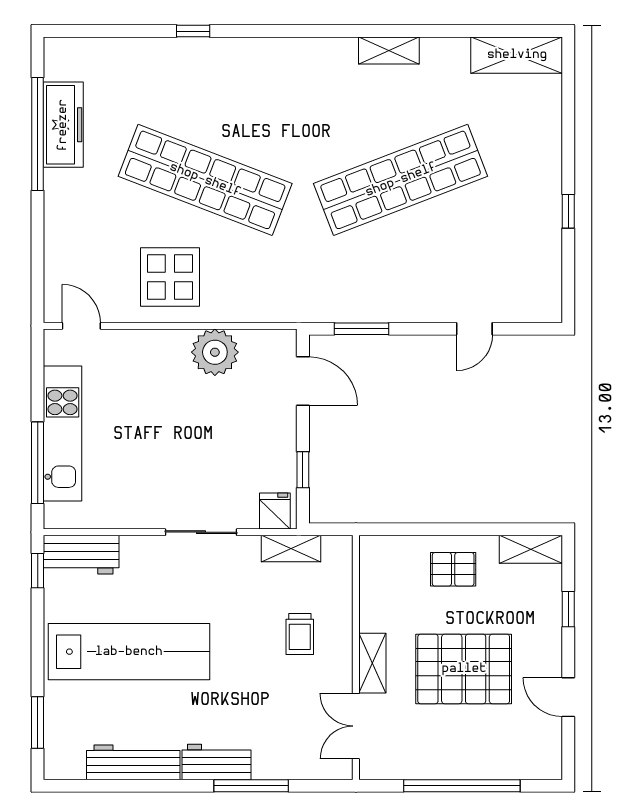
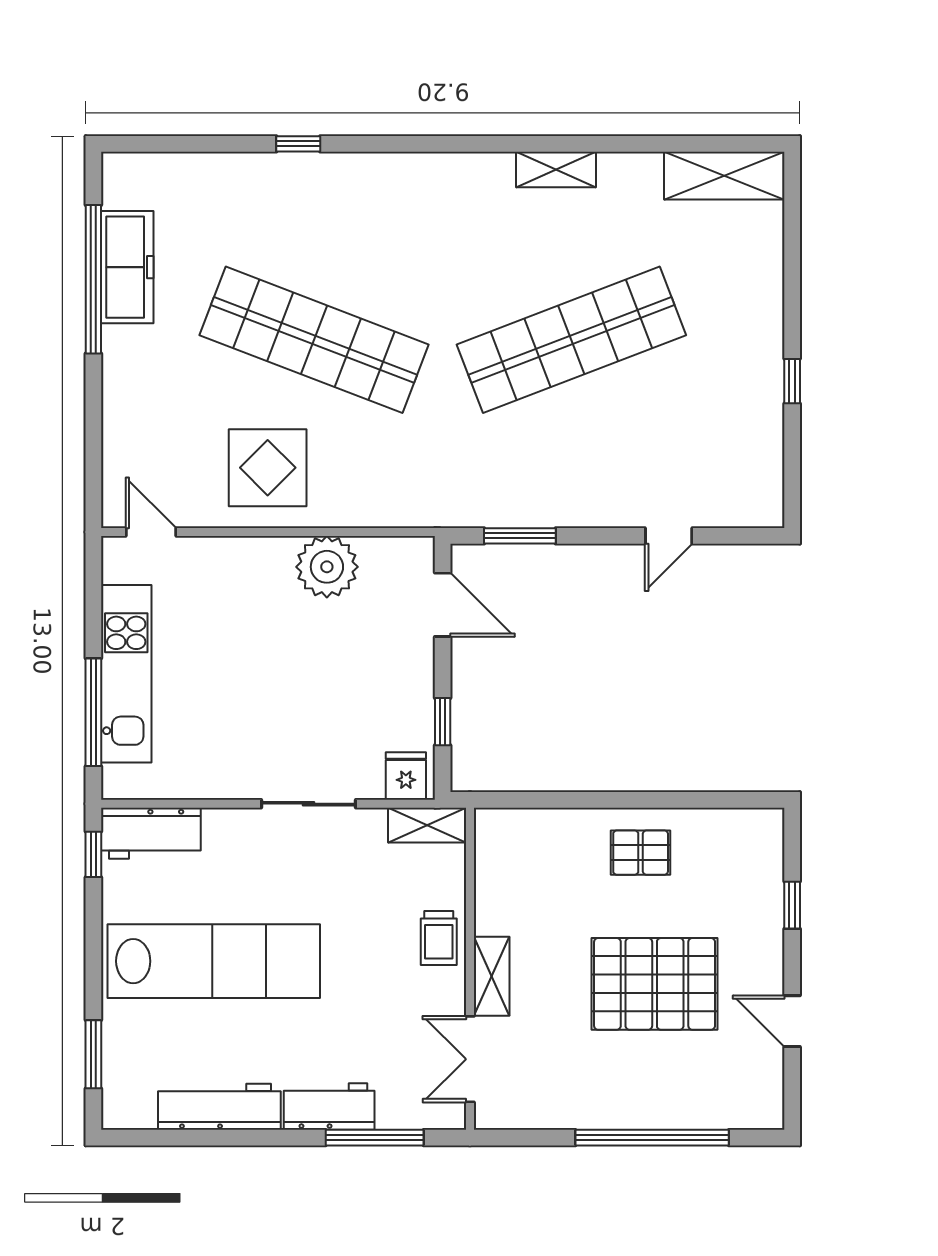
shelving: (531, 549) -> (743, 826), removed
wall: (356, 657) -> (470, 969), moved
shelving: (372, 663) -> (492, 976), moved
double door: (356, 726) -> (470, 1059), moved

